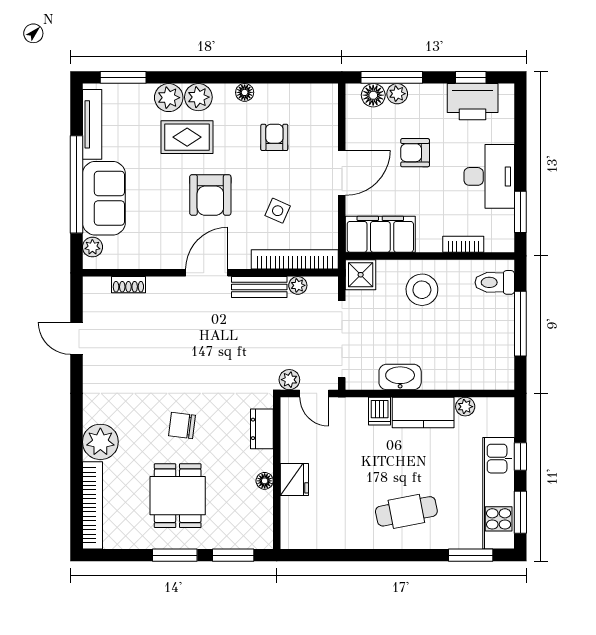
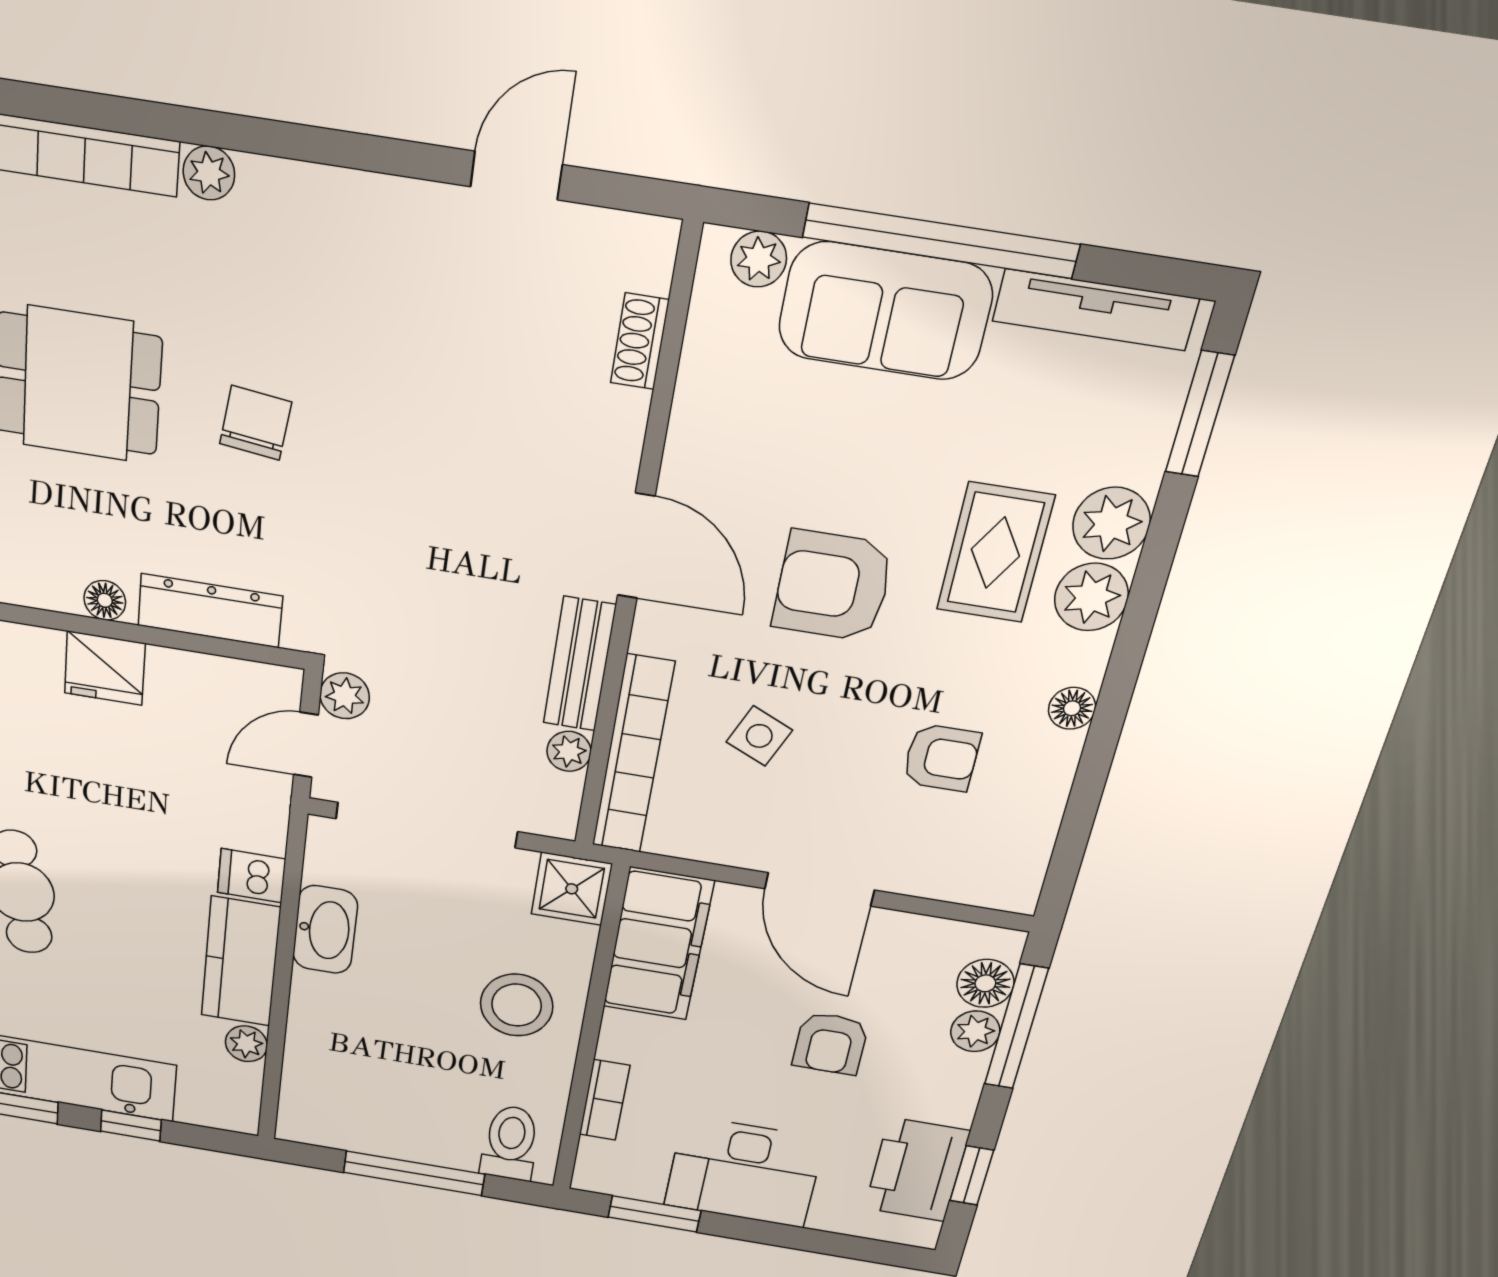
armchair: (415, 153) -> (830, 1043), turned 180
dresser: (262, 429) -> (210, 611), width x1.44
plant: (100, 442) -> (209, 173), width x0.53, depth x0.53

